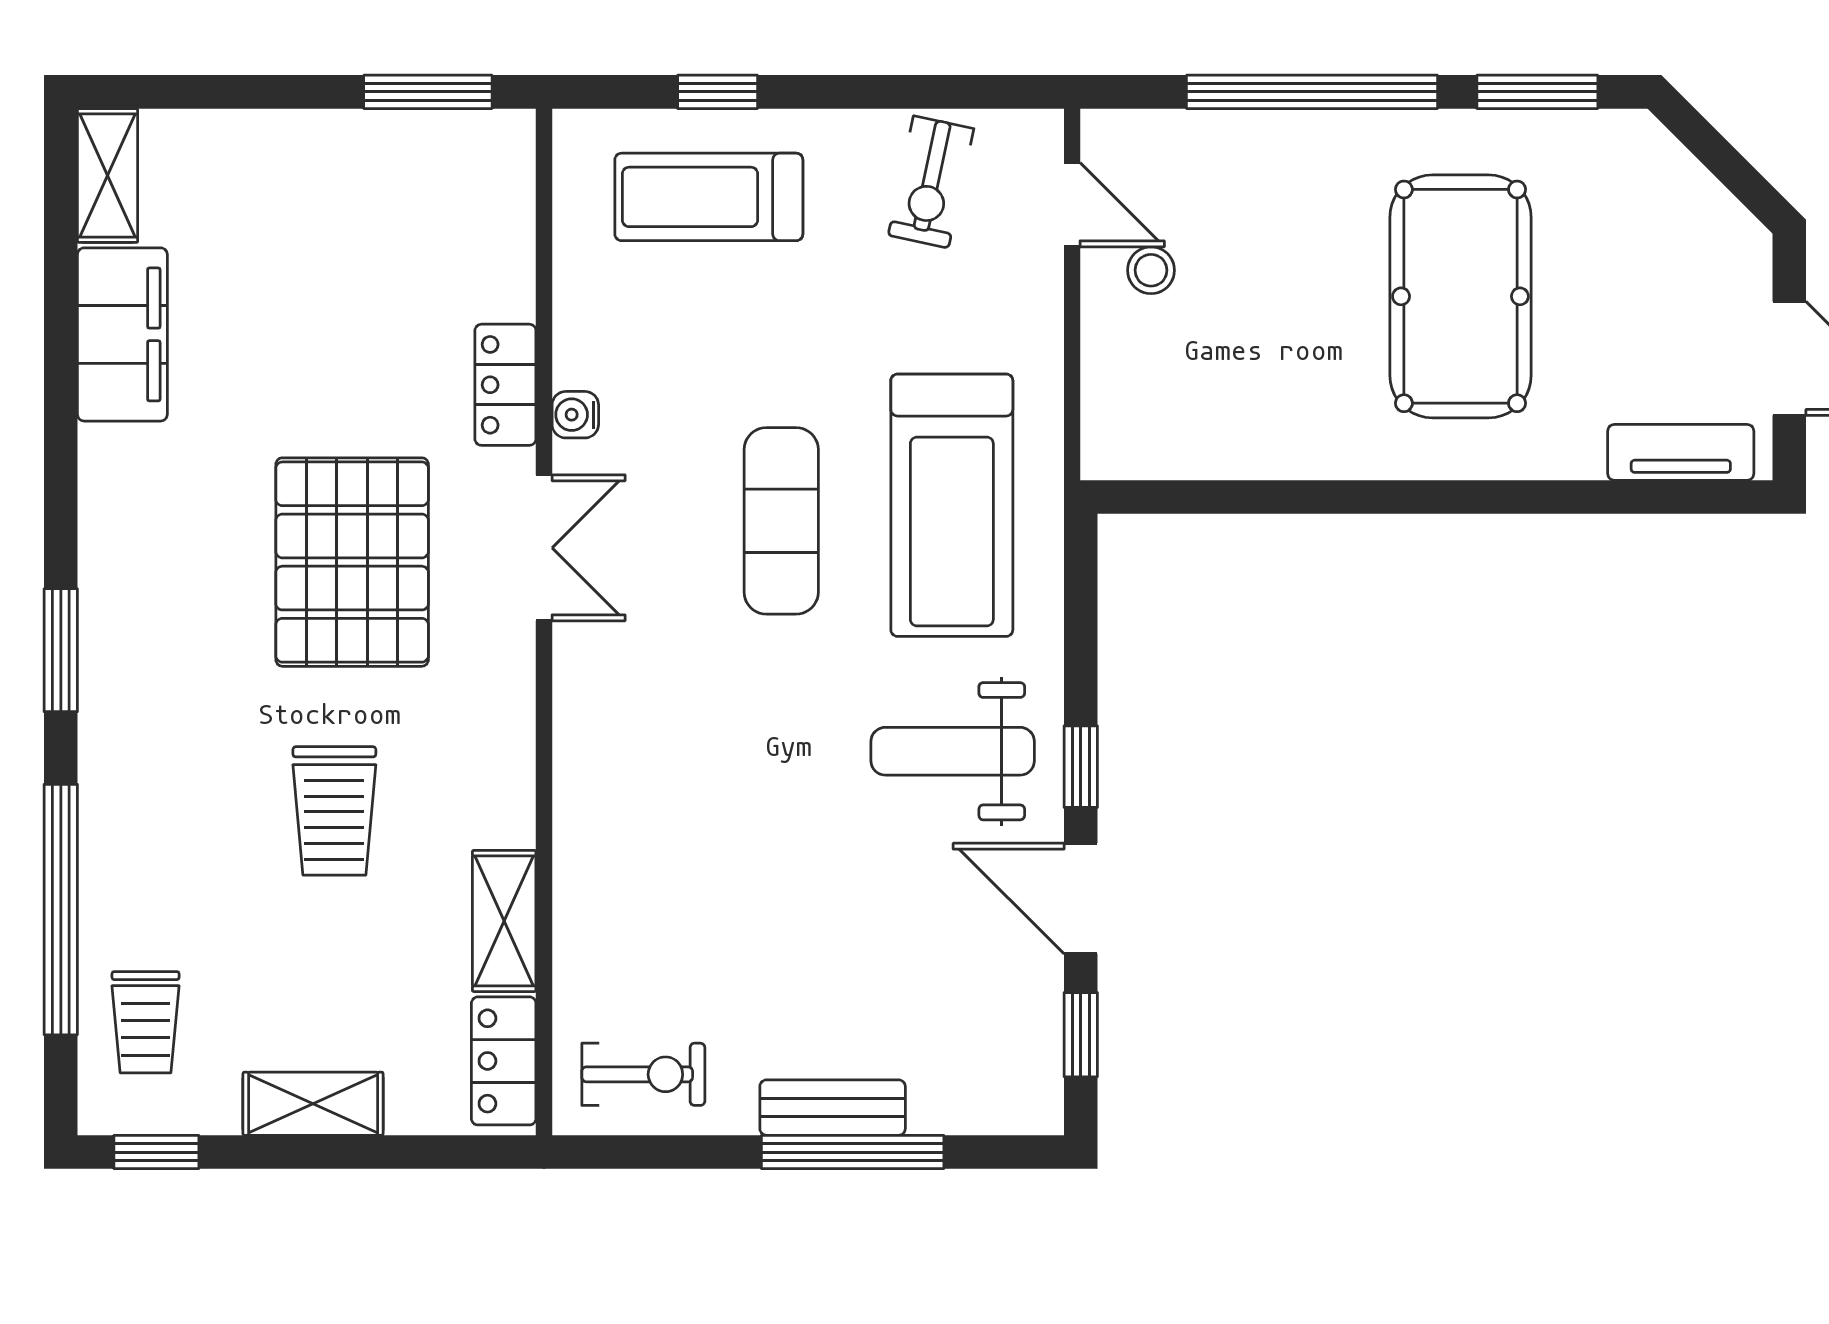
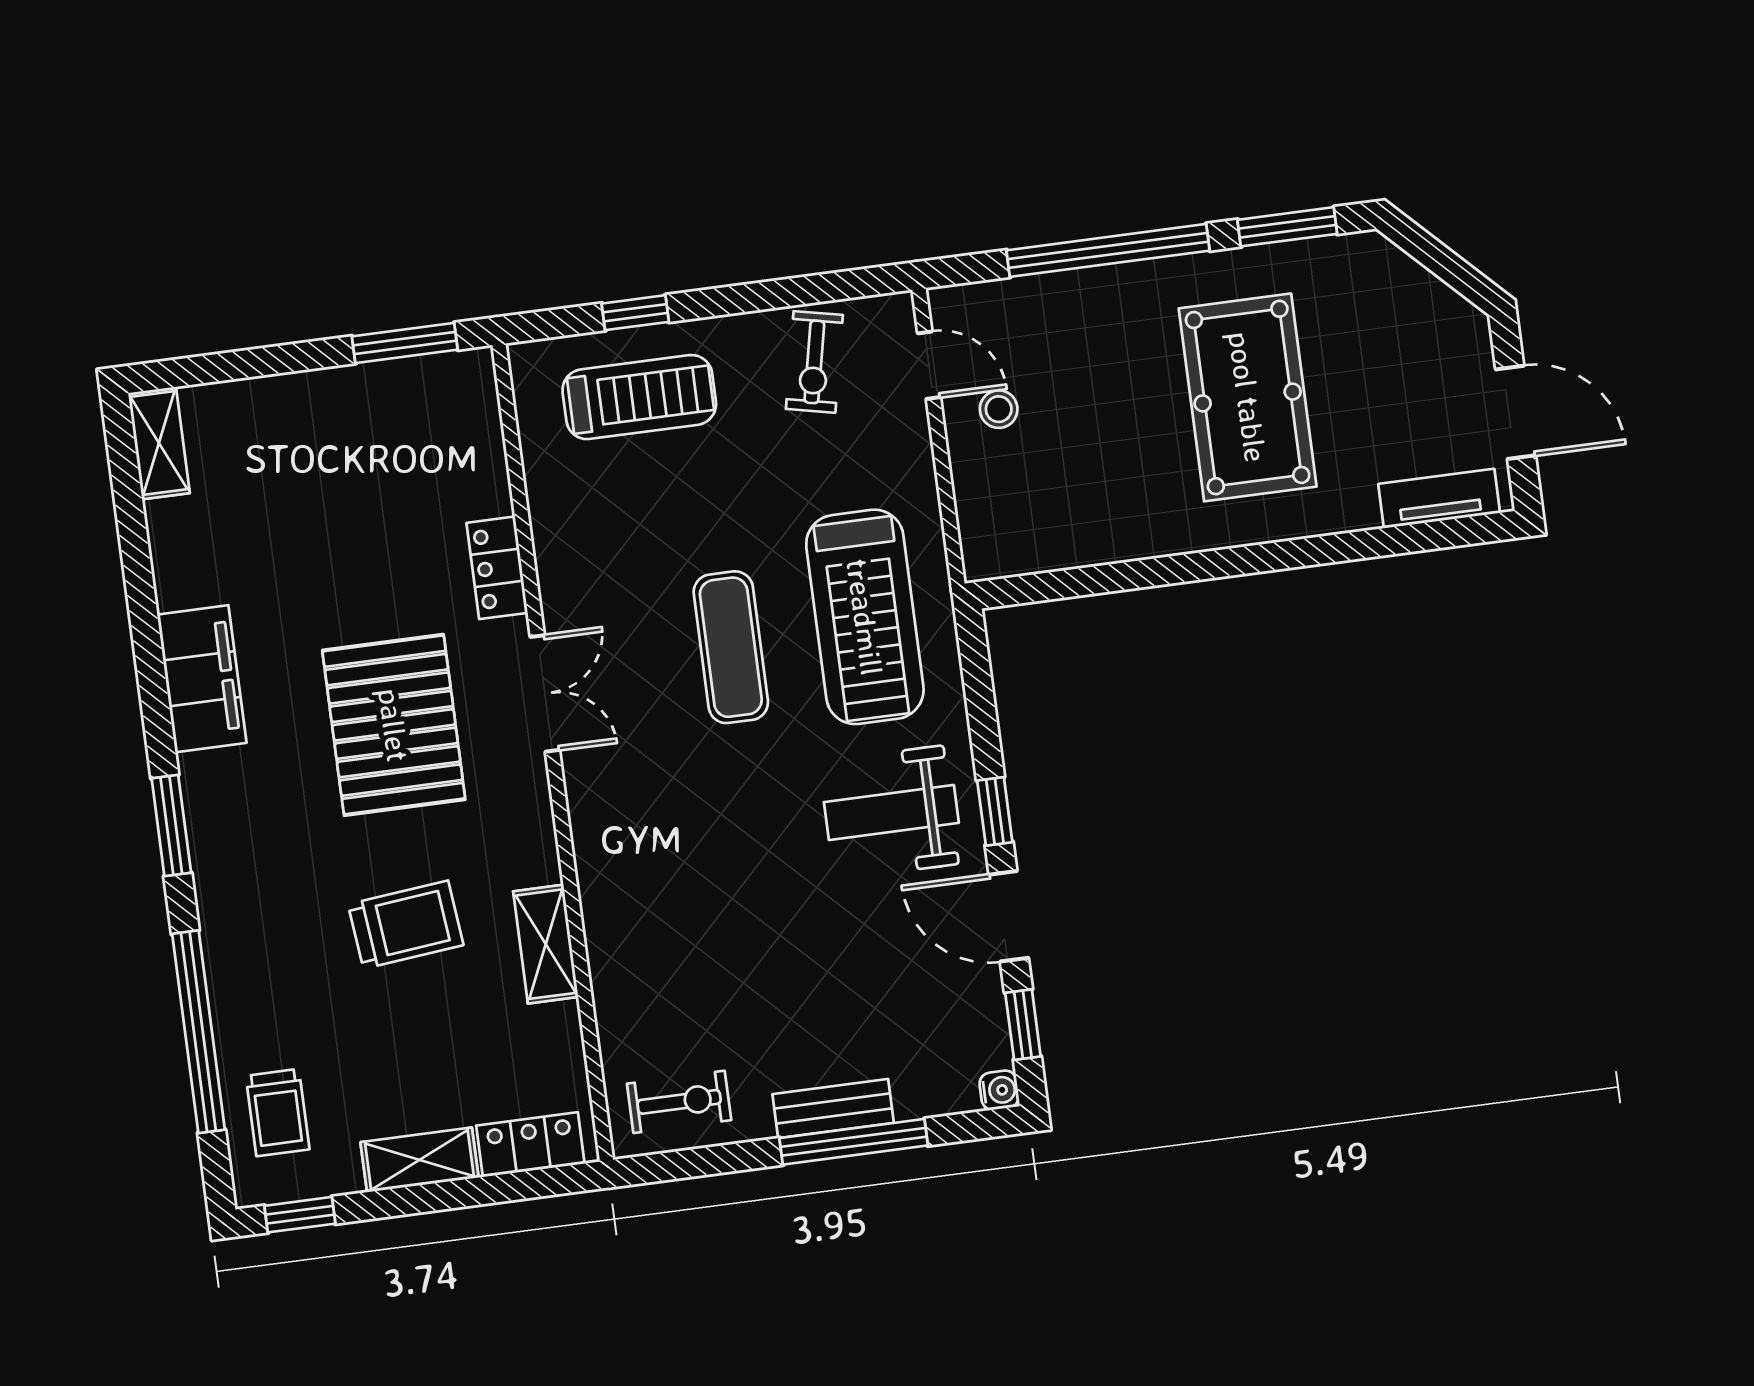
treadmill: (709, 197) -> (639, 397), turned 180
filing cabinet: (122, 334) -> (202, 679), moved
water cooler: (575, 415) -> (999, 1090), moved, turned 180
trolley: (334, 811) -> (406, 925), turned -96
shelving: (504, 921) -> (546, 944), moved
locker: (504, 1061) -> (530, 1145), moved, turned 90

